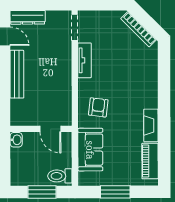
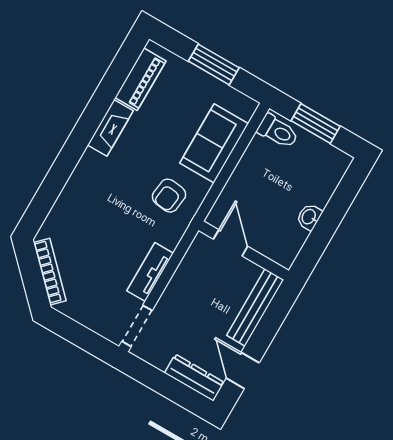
wall: (41, 129) -> (244, 250), moved
door: (50, 129) -> (230, 243), moved

